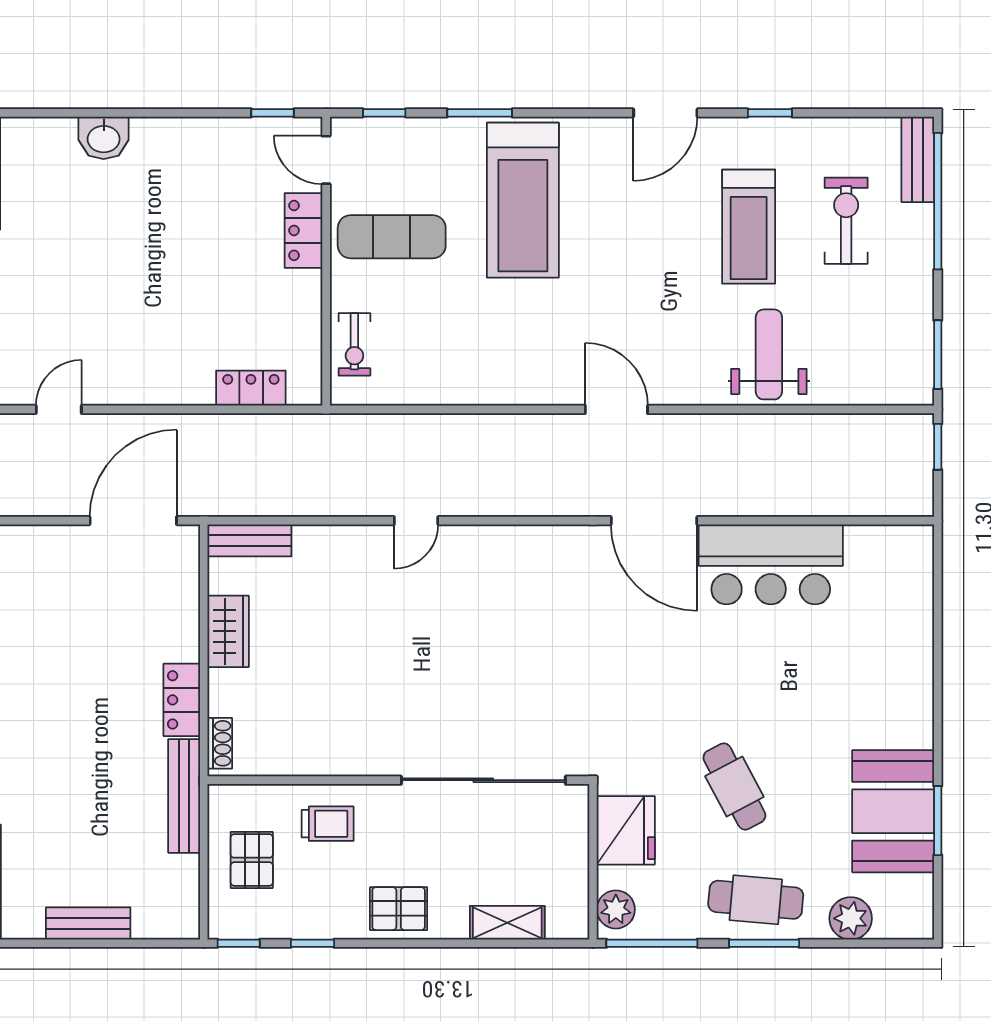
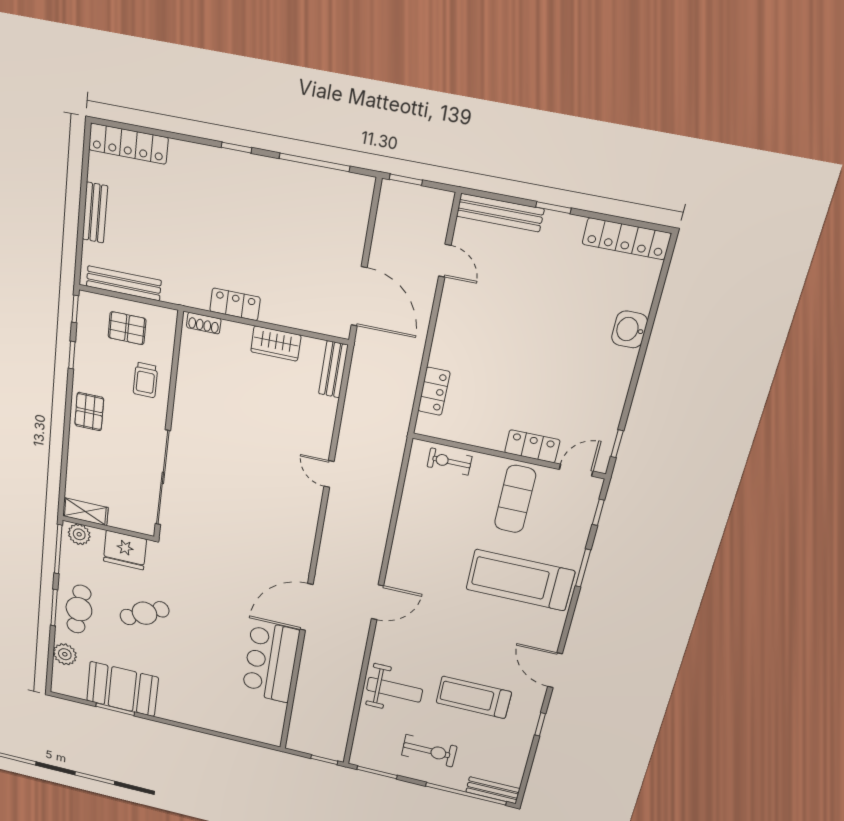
exercise bike: (846, 221) -> (429, 751), moved
bench: (184, 796) -> (124, 283), moved
shelving: (507, 923) -> (85, 512), moved, turned 90

